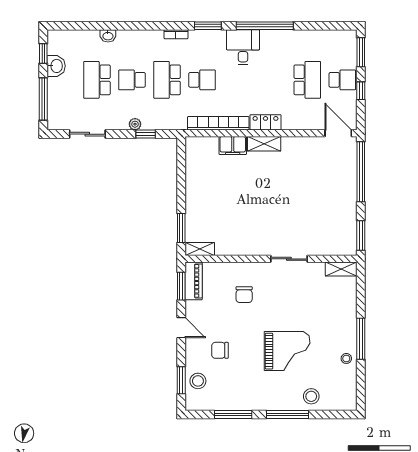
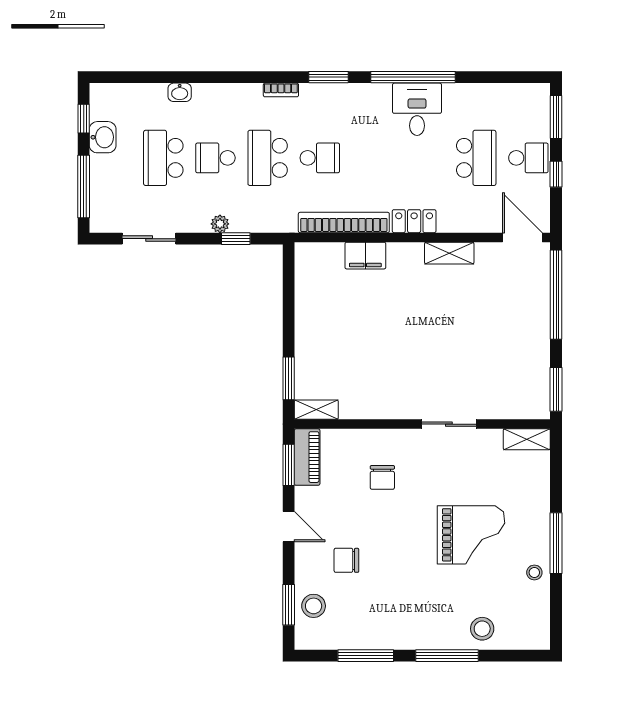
desk: (243, 47) -> (417, 109), moved
shelving: (264, 144) -> (449, 253), moved
grand piano: (287, 351) -> (471, 535), moved

